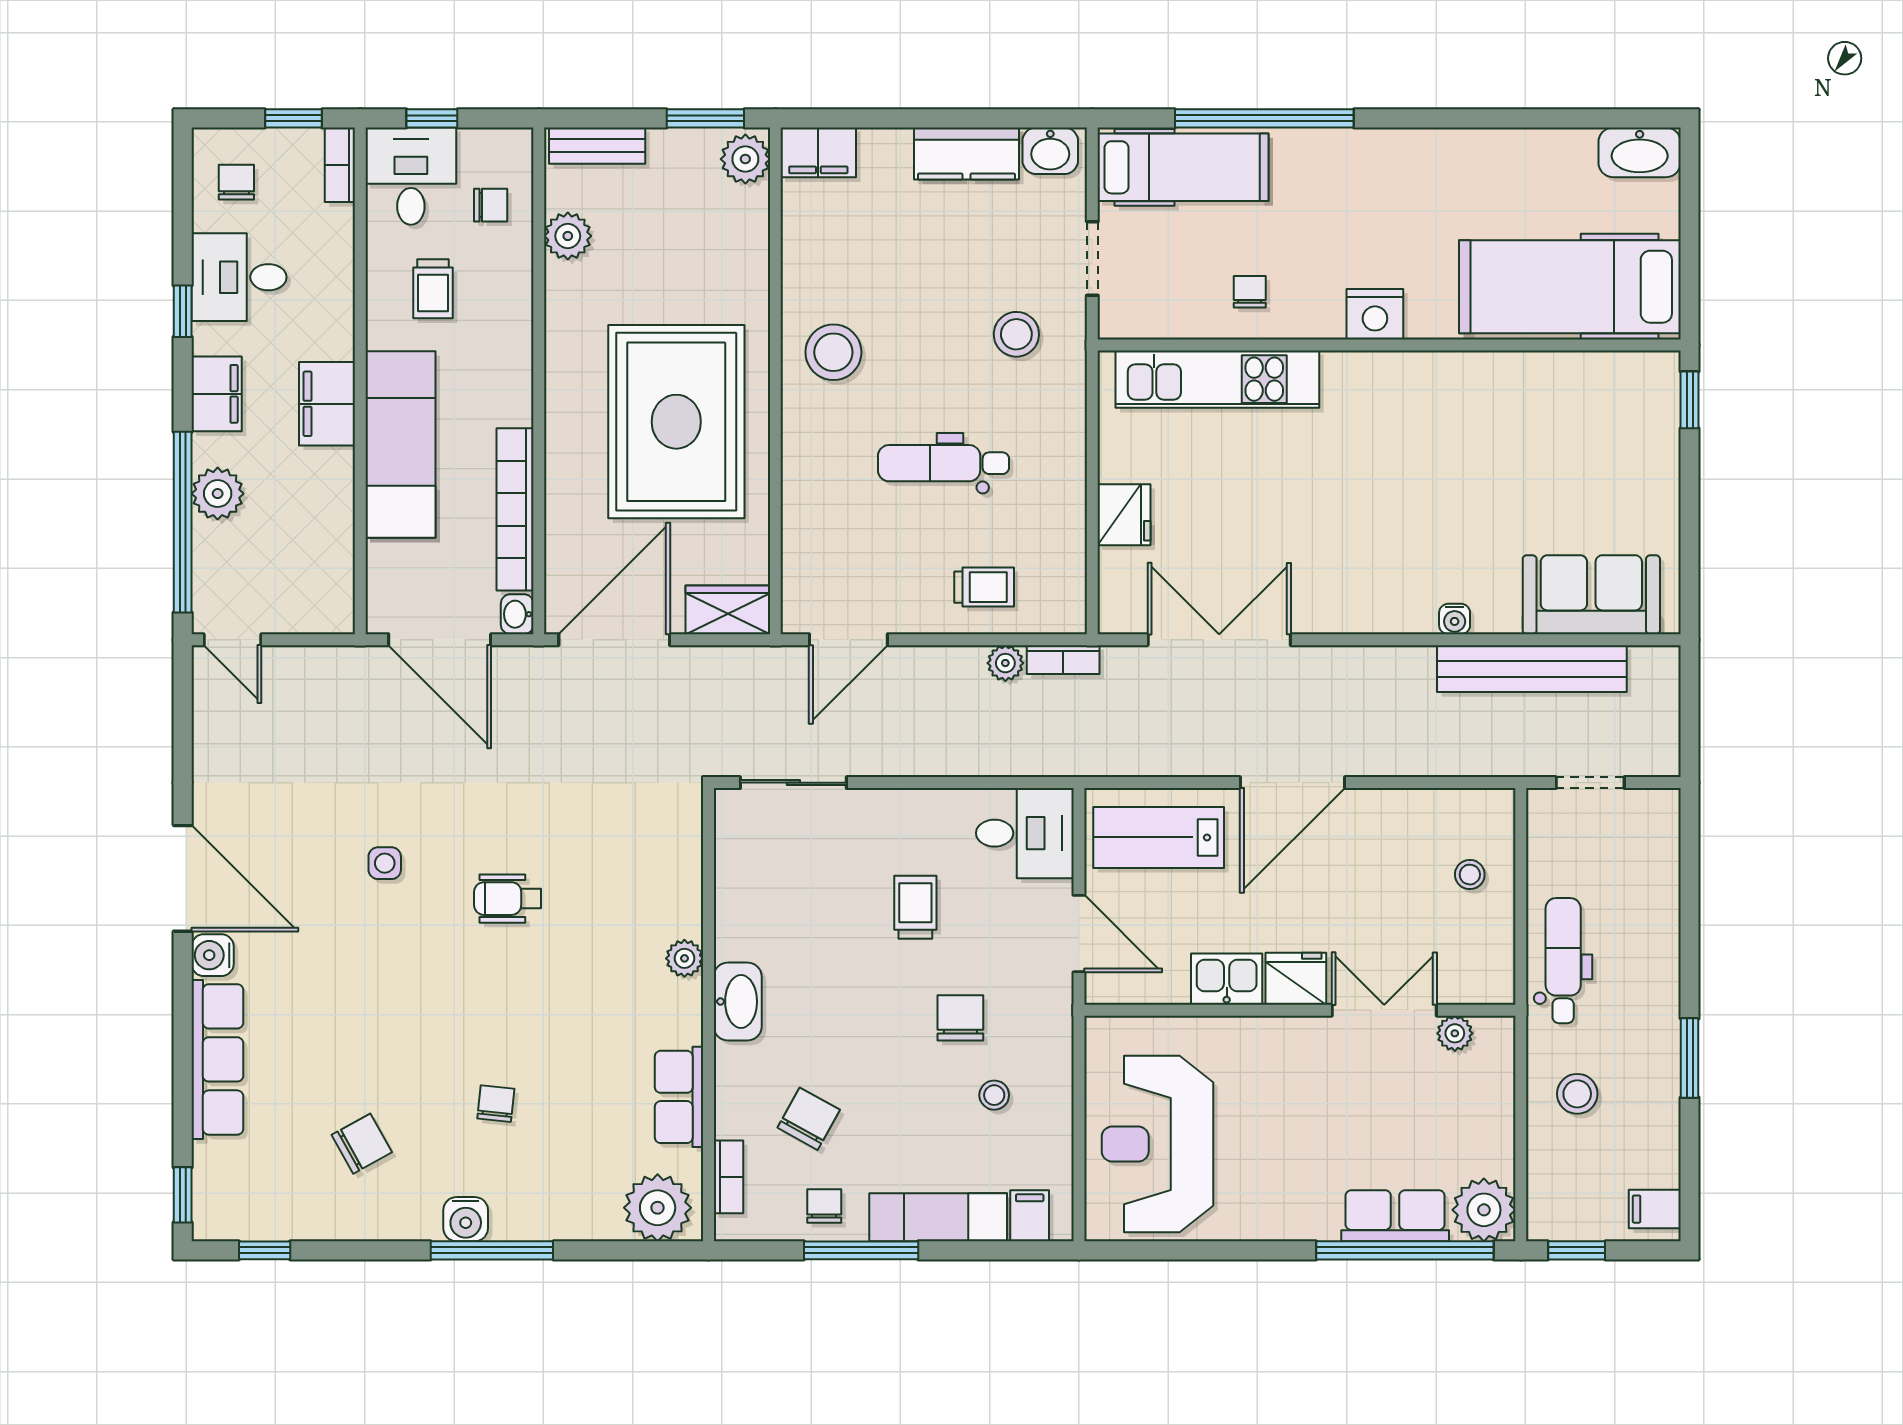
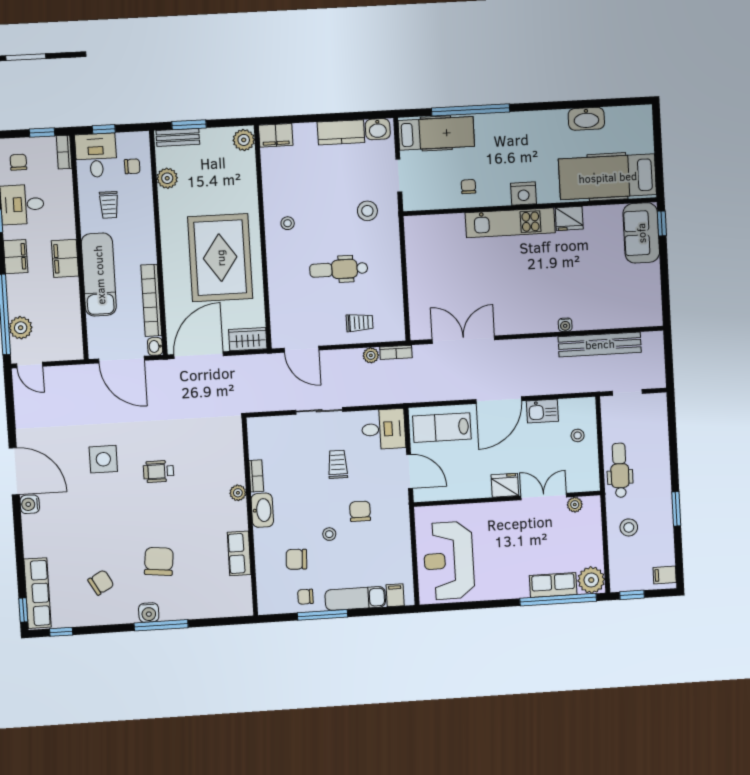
window: (705, 118) -> (189, 125), moved
washbasin: (1640, 152) -> (586, 119), moved
stool: (833, 352) -> (288, 223), width x0.53, depth x0.53
kitchen unit: (1217, 379) -> (510, 223), moved
plant: (218, 494) -> (21, 328), moved
fridge: (1124, 515) -> (569, 218), moved, turned 90
sofa: (1591, 595) -> (641, 233), moved, turned -90
door: (848, 640) -> (301, 349), hinge flipped
sliding door: (793, 783) -> (319, 411), moved
side table: (385, 863) -> (103, 459), width x1.87, depth x1.87
kitchen sink: (1227, 979) -> (542, 411), moved, turned 180
row of seats: (217, 1059) -> (38, 593), moved
stool: (994, 1095) -> (329, 534), moved
chair: (496, 1104) -> (159, 561), width x1.87, depth x1.87
chair: (809, 1119) -> (296, 559), turned -116
bookcase: (728, 1177) -> (256, 476), moved
chair: (824, 1206) -> (305, 597), turned -90
plant: (658, 1208) -> (233, 602), removed

